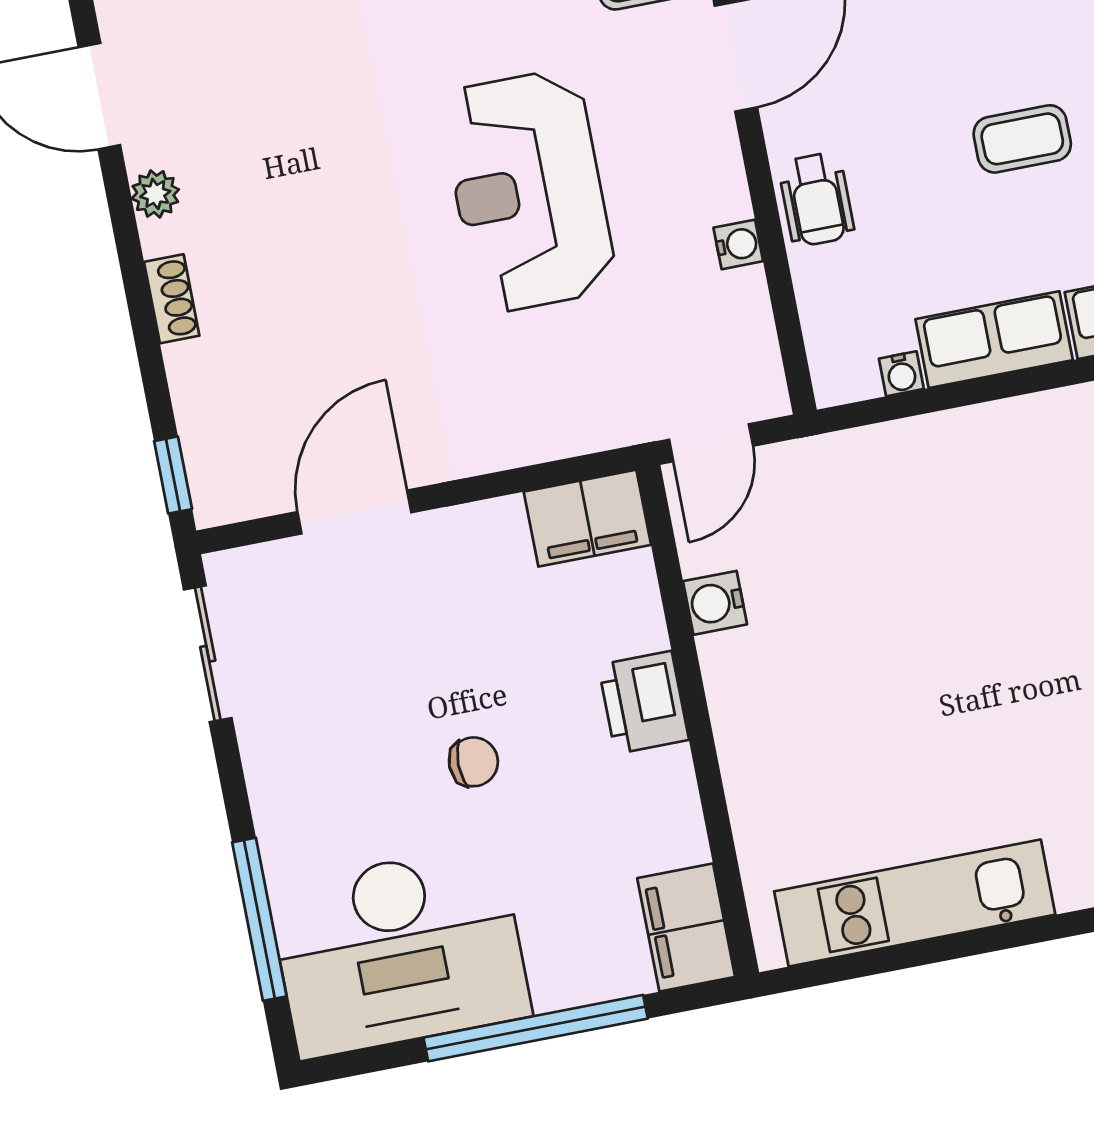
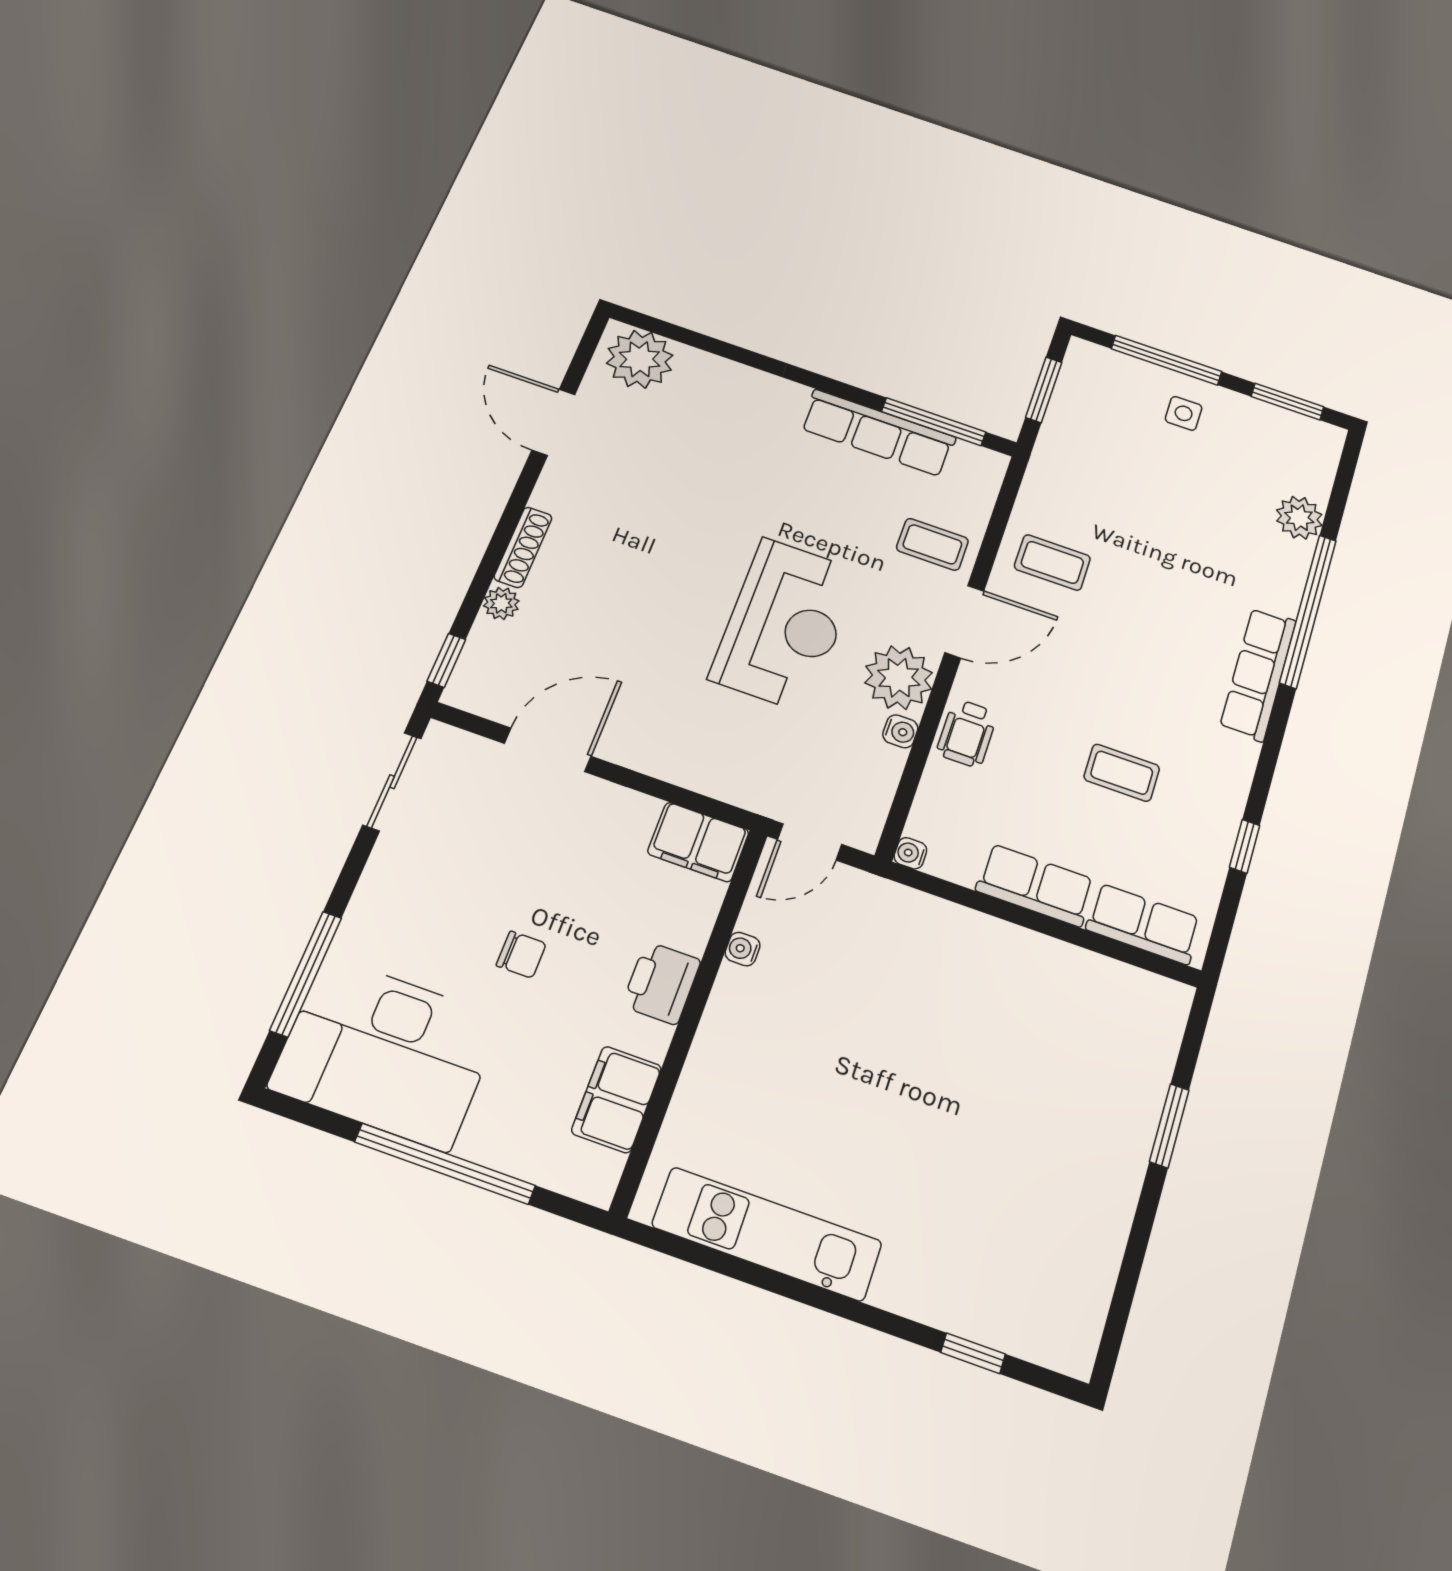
plant: (699, 177) -> (899, 678), added
reception desk: (528, 191) -> (785, 624), turned 180
plant: (155, 194) -> (501, 603), moved
shoe rack: (172, 299) -> (523, 547), width x1.43
water cooler: (901, 374) -> (910, 853), moved, turned 90
water cooler: (715, 603) -> (743, 949), width x0.72, depth x0.72
filing cabinet: (686, 927) -> (617, 1099), moved

